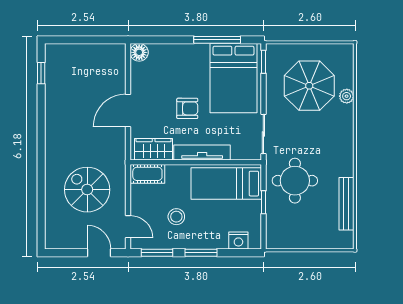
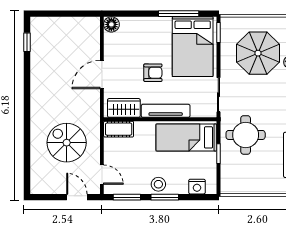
stool: (176, 217) -> (158, 184), moved

